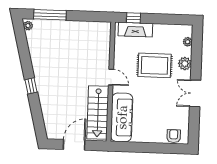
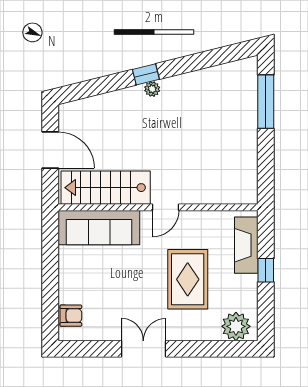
window: (133, 18) -> (266, 270), moved
plant: (28, 26) -> (152, 89), moved
plant: (188, 42) -> (236, 326), width x1.88, depth x1.88
plant: (185, 64) -> (193, 330), removed

